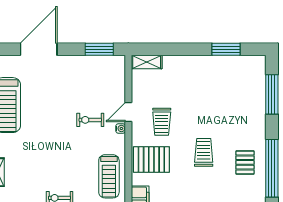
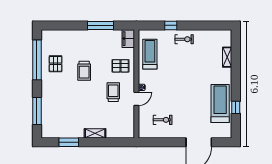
window: (99, 49) -> (157, 142), removed
shelving: (147, 62) -> (95, 133), moved
exercise bike: (90, 120) -> (163, 120), moved
pallet: (151, 160) -> (120, 66), width x0.67, depth x0.71

